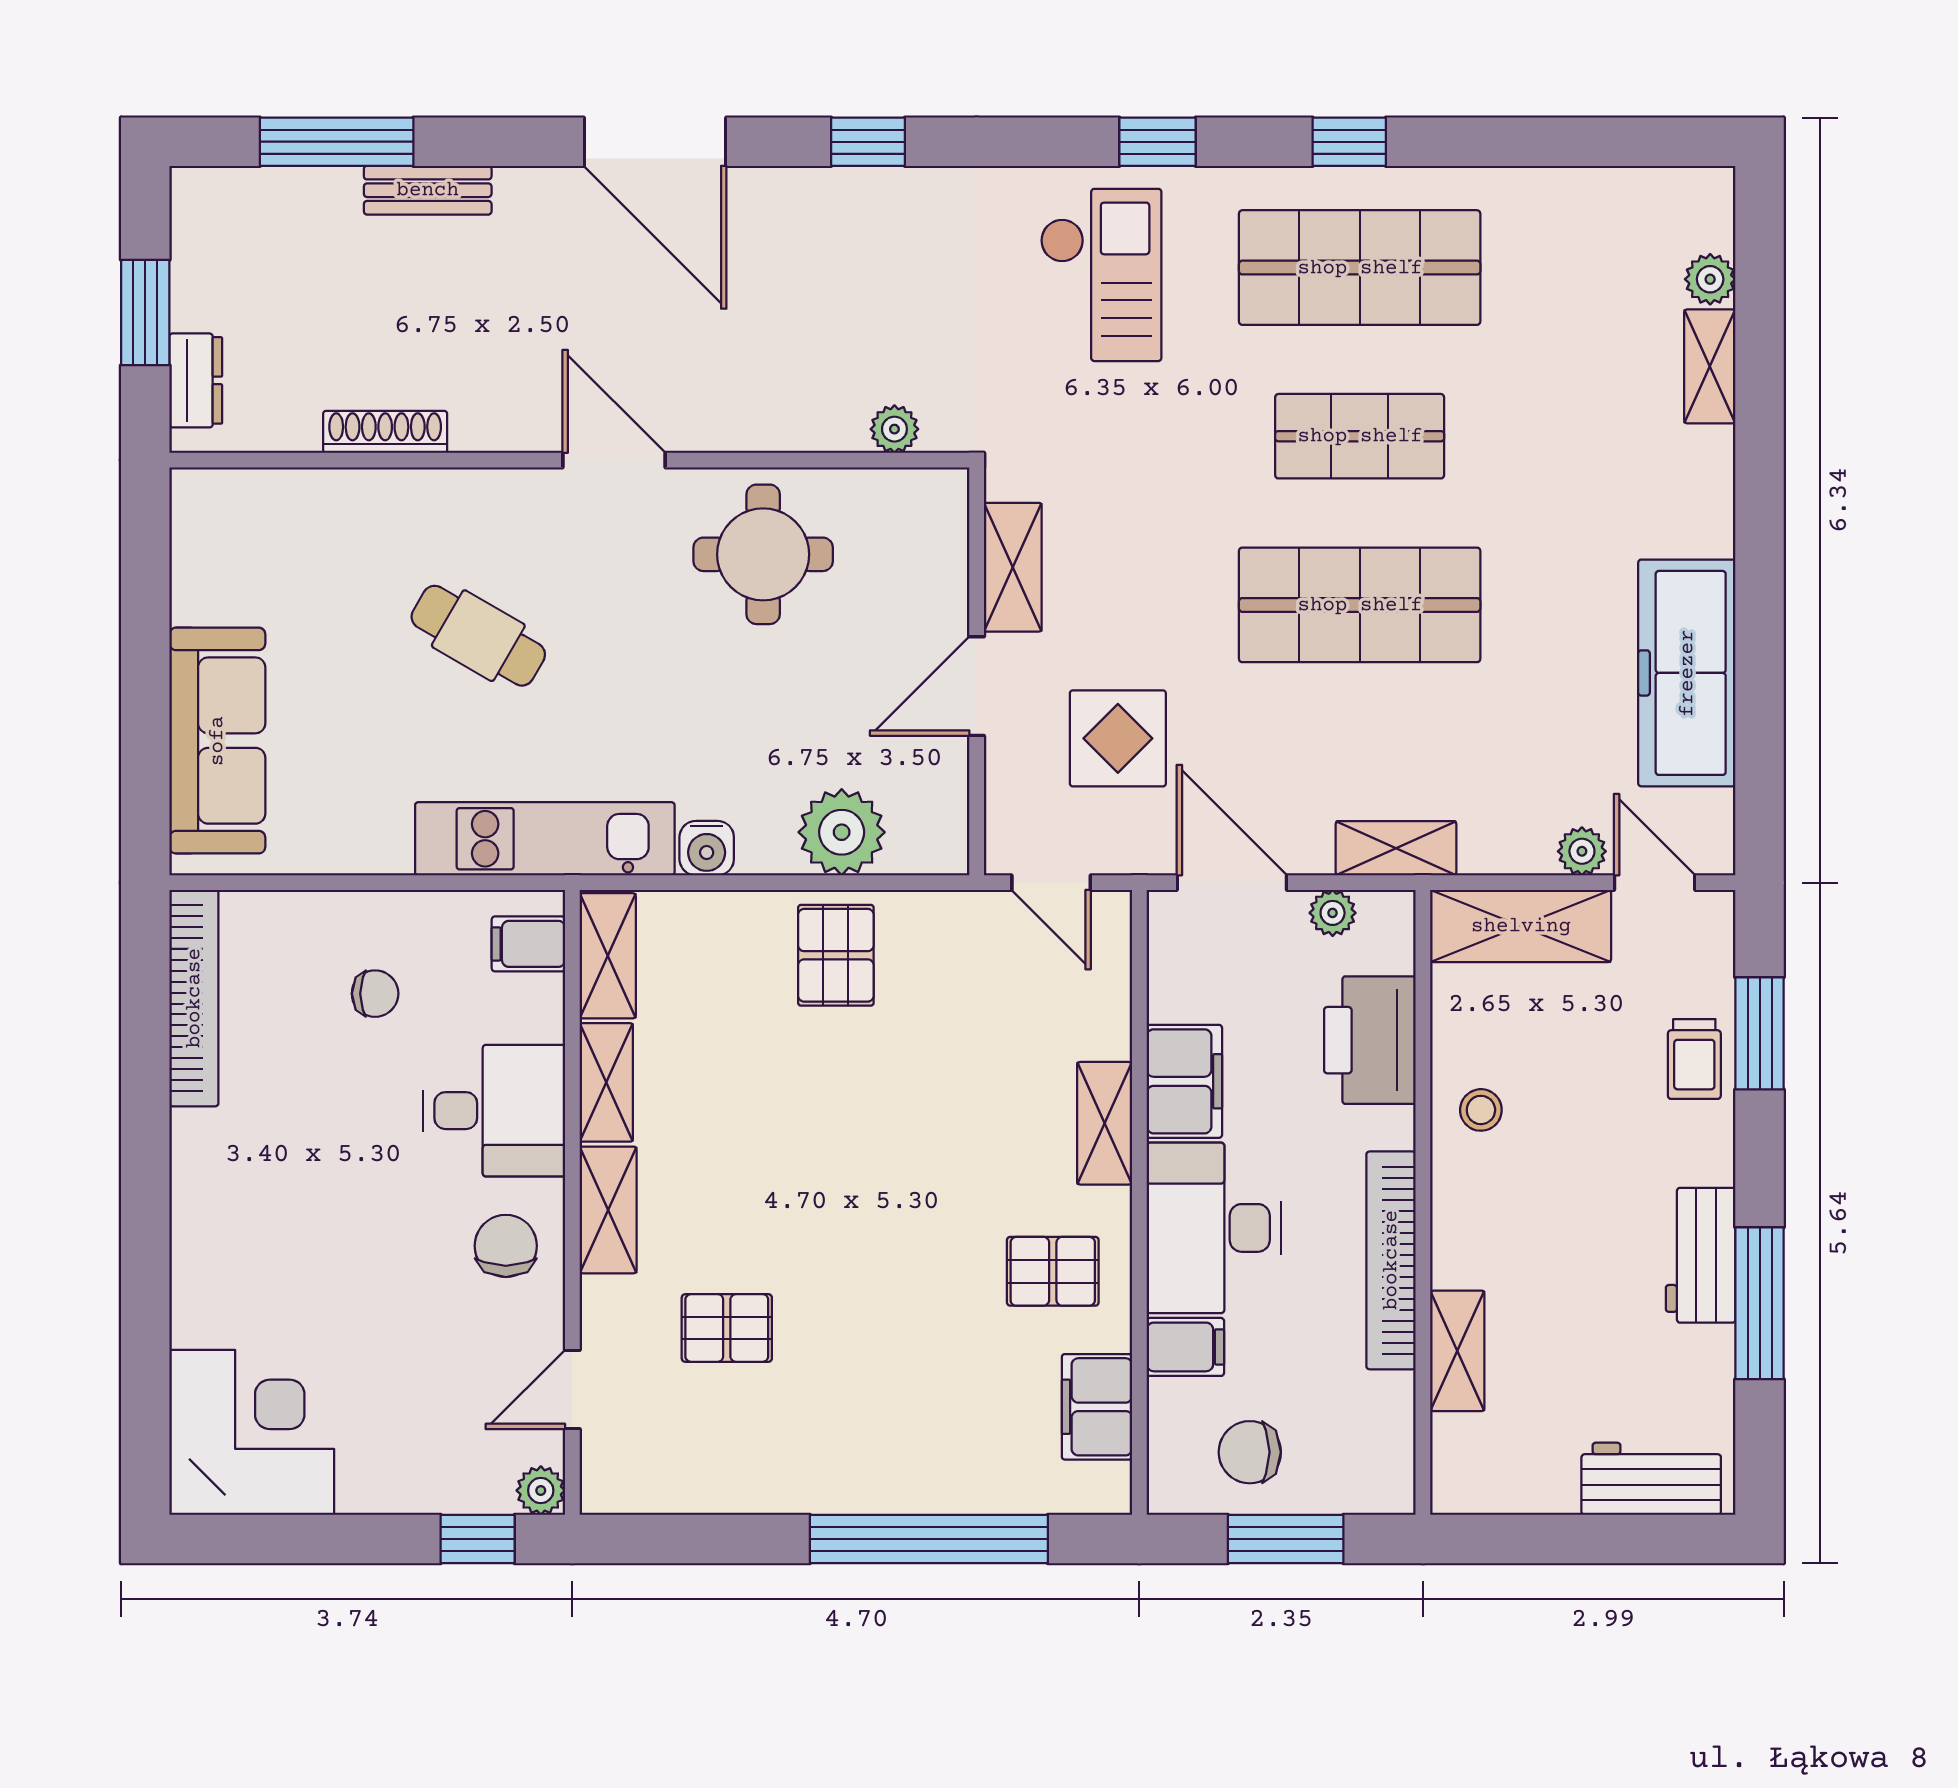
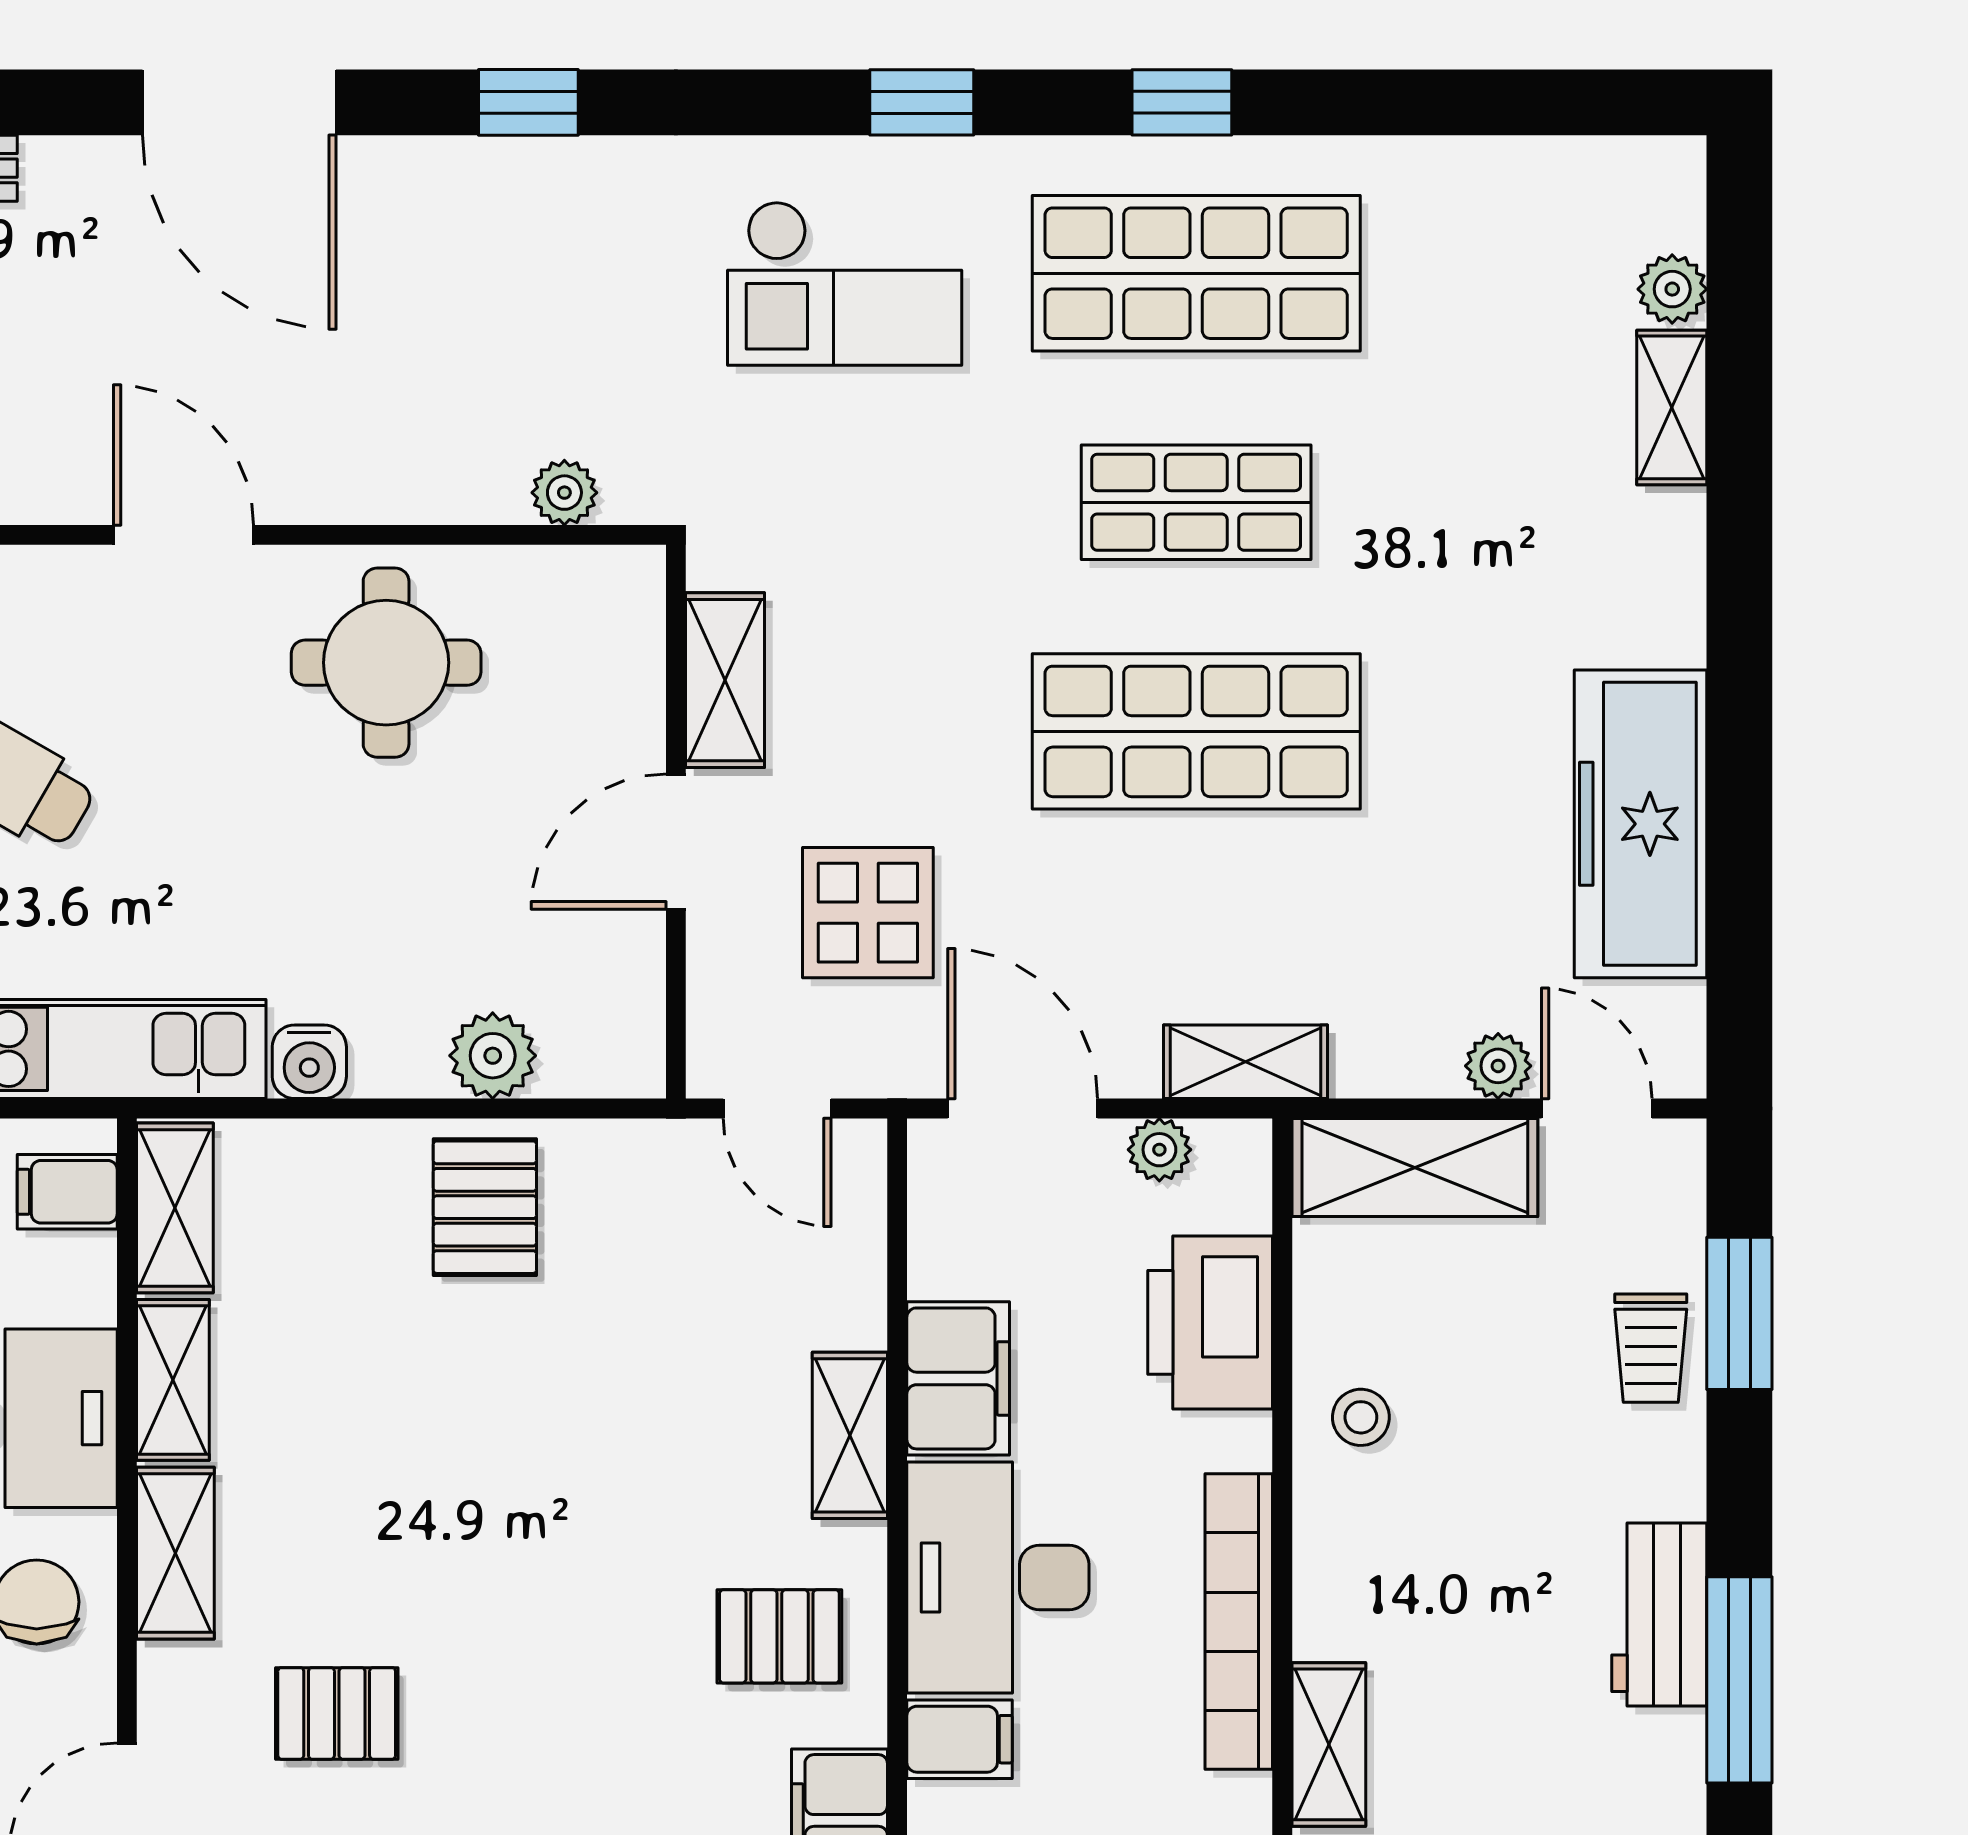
checkout: (1101, 275) -> (845, 283), turned 90
plant: (842, 832) -> (493, 1056), width x0.73, depth x0.73

